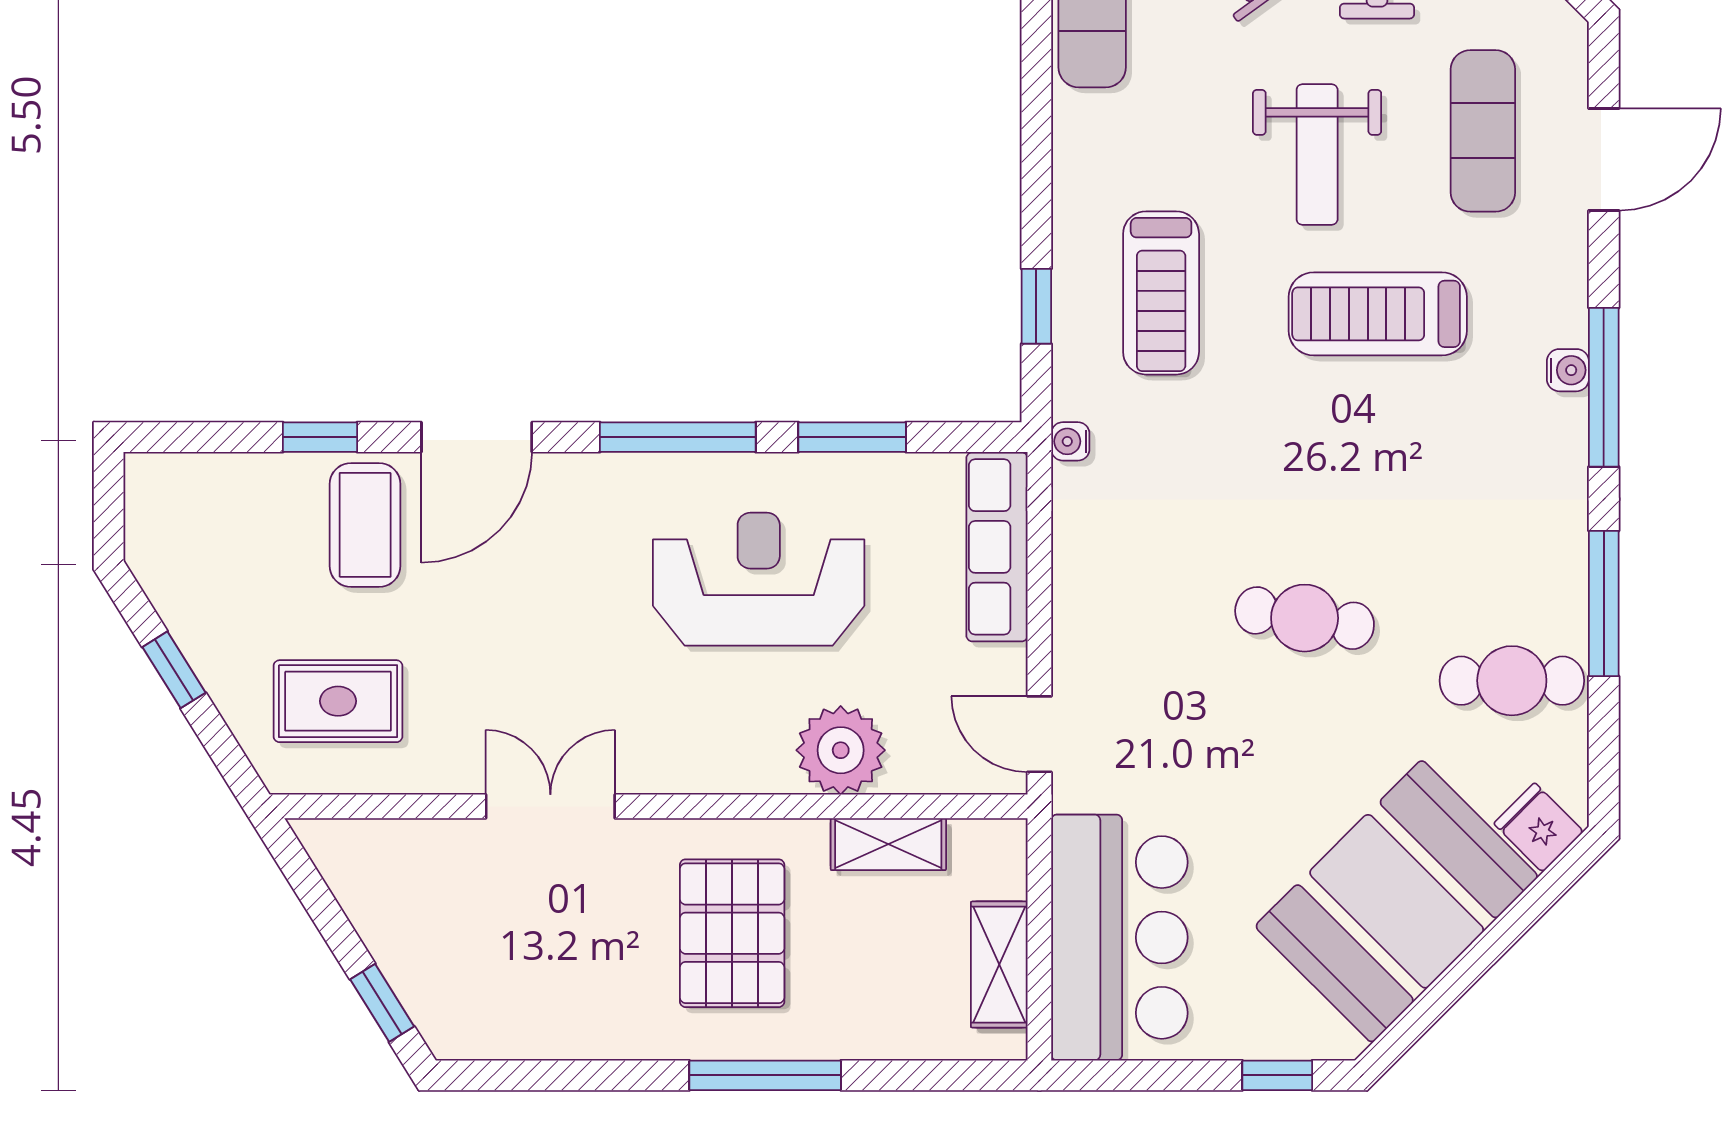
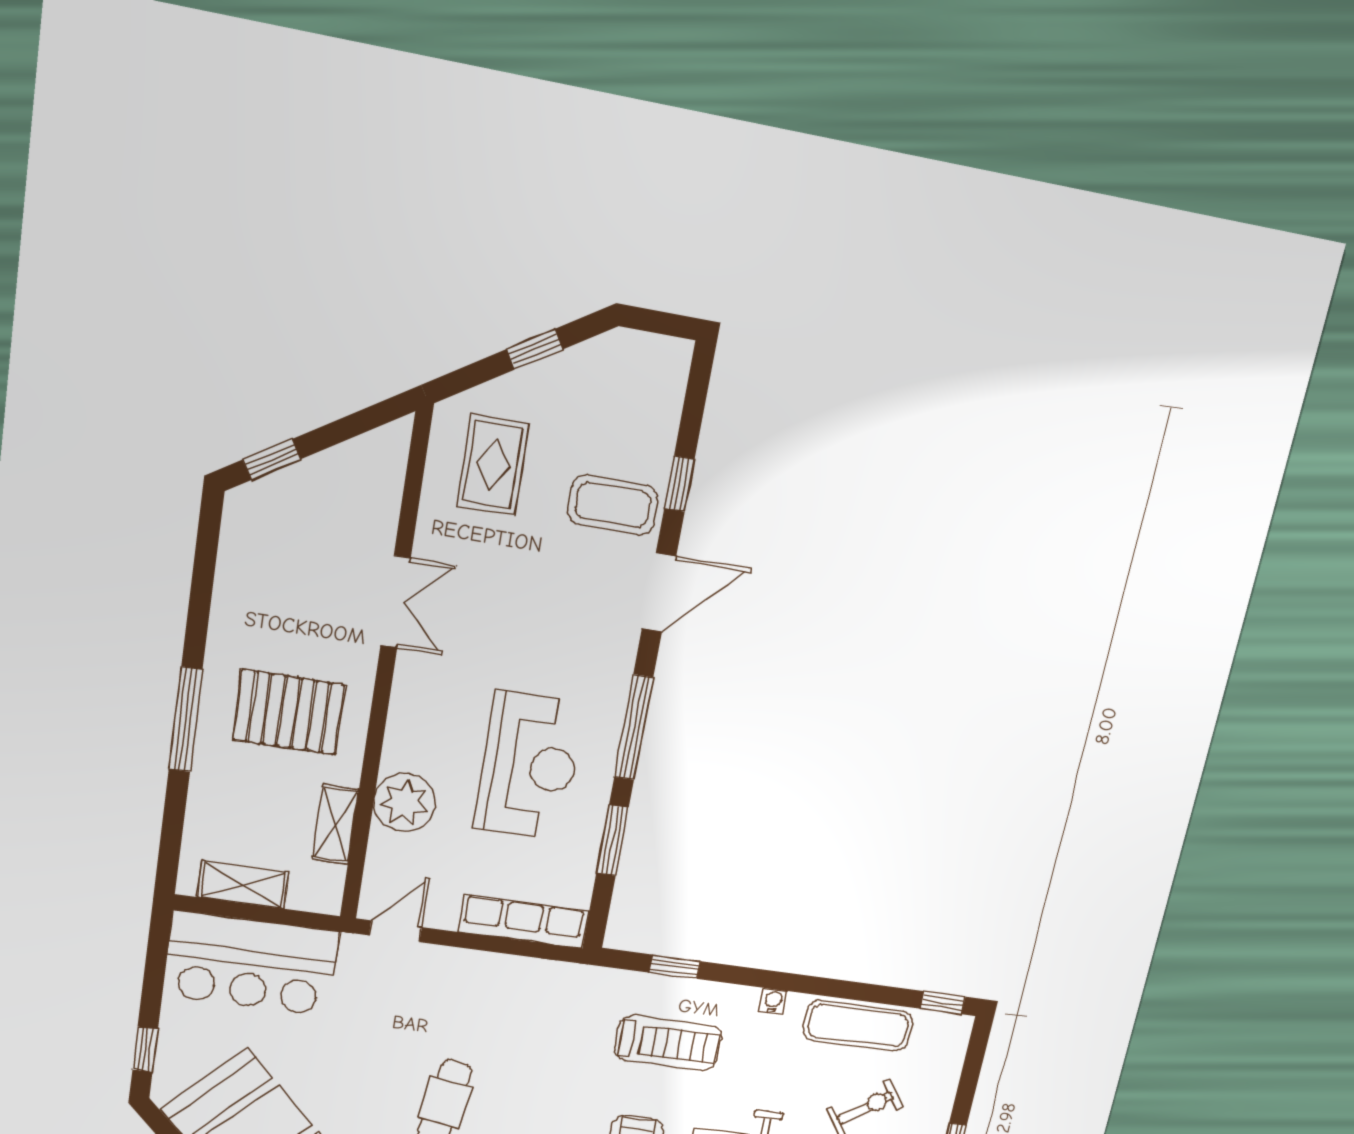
treadmill: (1161, 293) -> (668, 1043), turned 180
door: (477, 437) -> (659, 592), swing flipped
water cooler: (1070, 441) -> (773, 1001), moved

